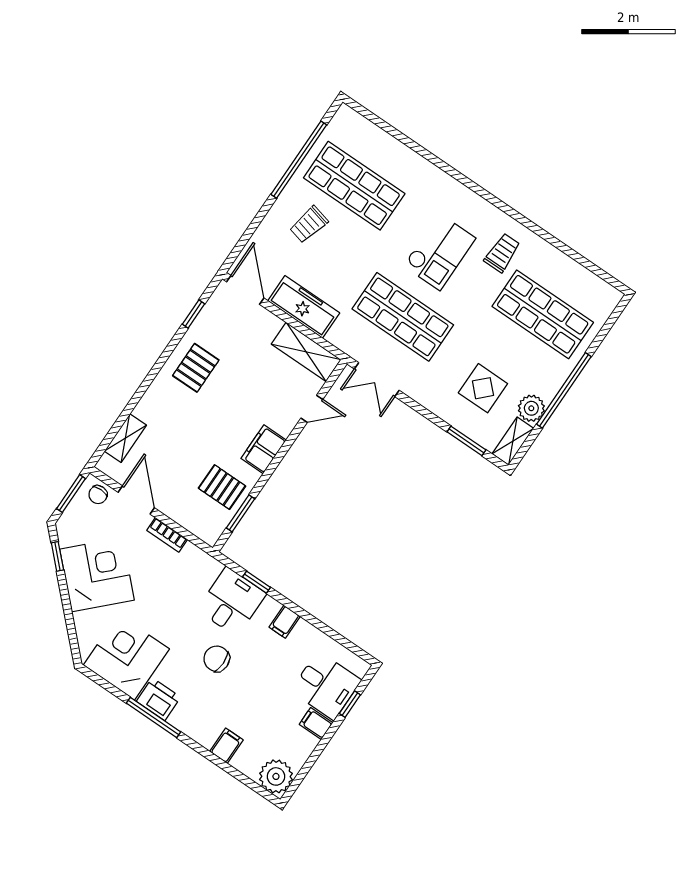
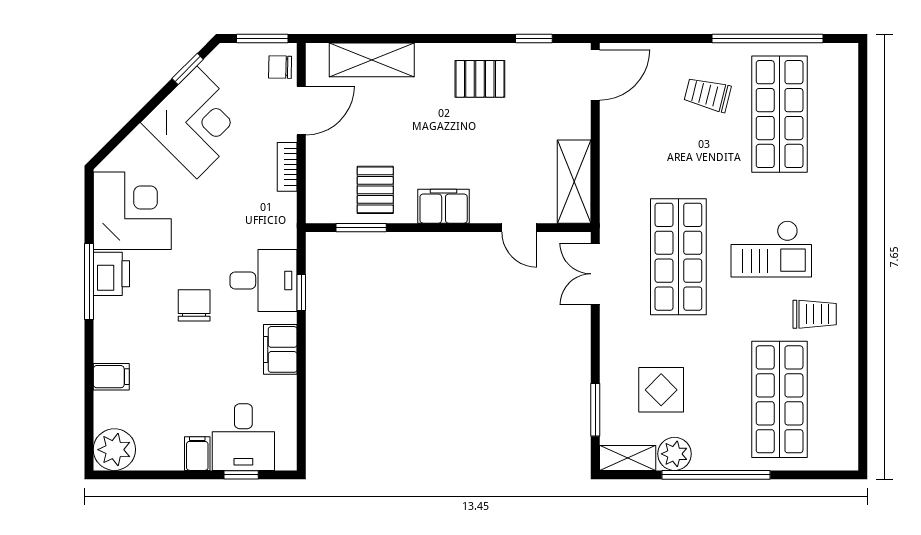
freezer: (304, 307) -> (619, 147), removed
shelving: (125, 438) -> (372, 60), width x1.50, depth x1.33
filing cabinet: (285, 622) -> (280, 349), width x2.00

